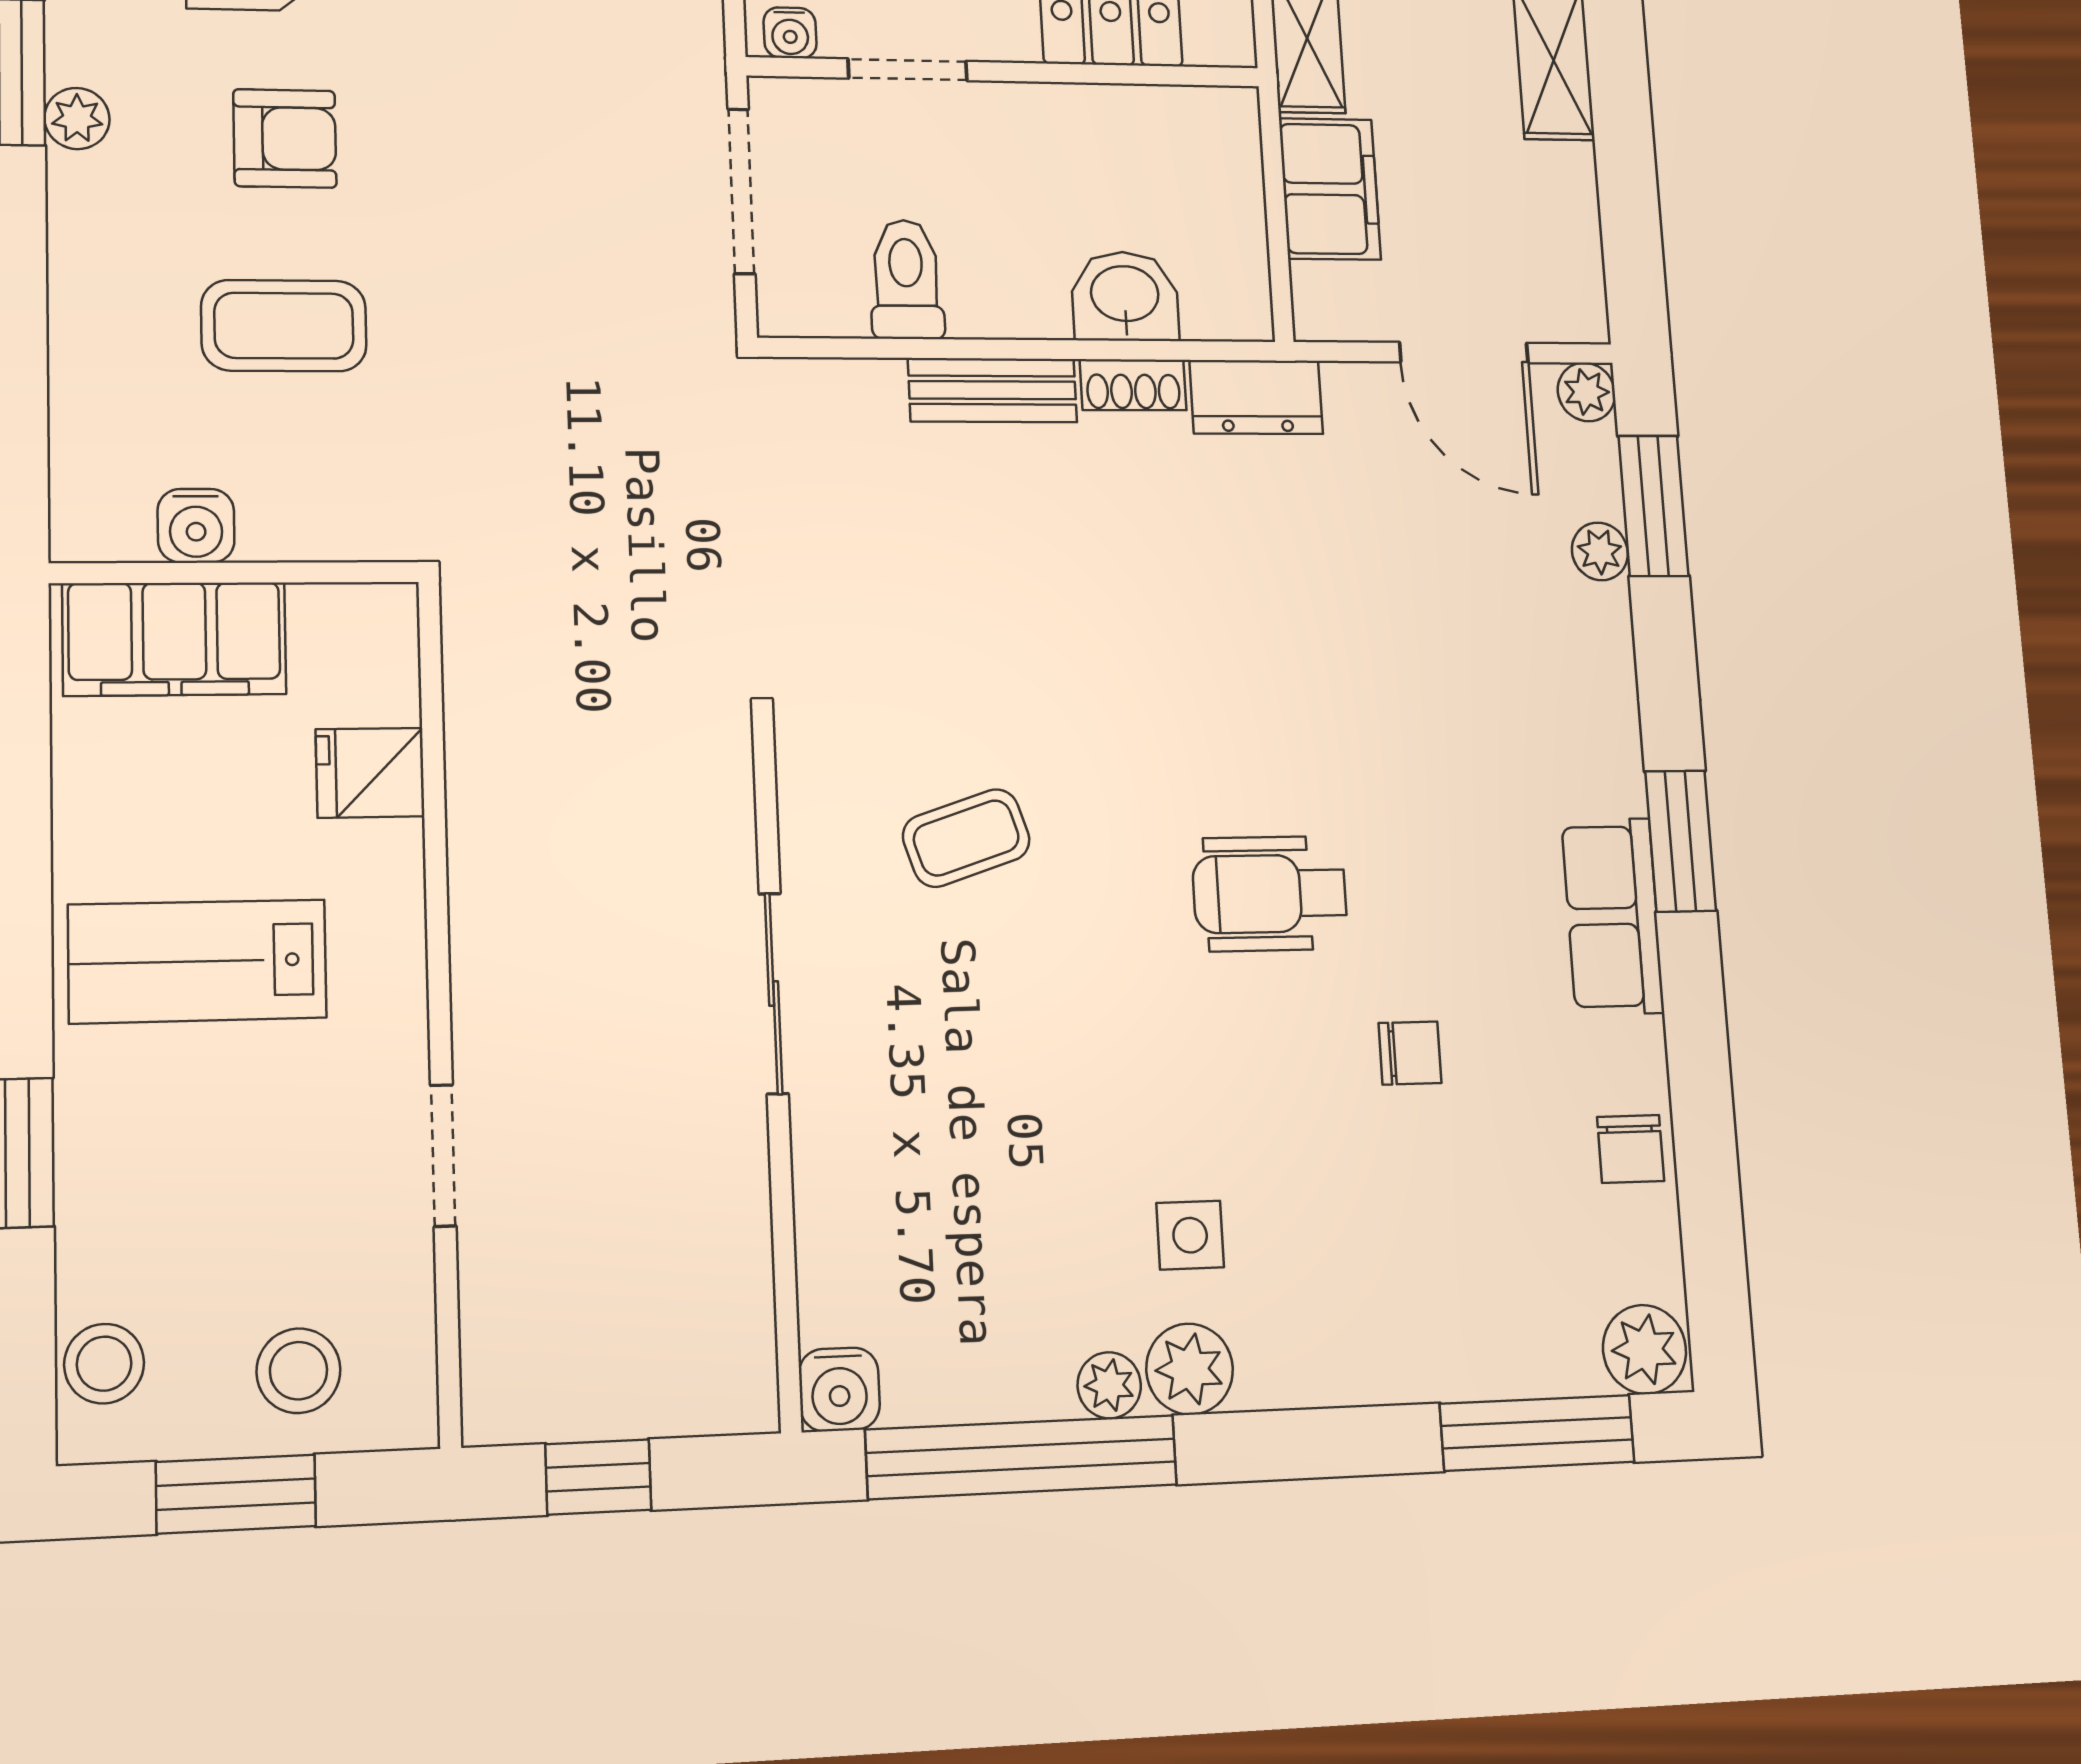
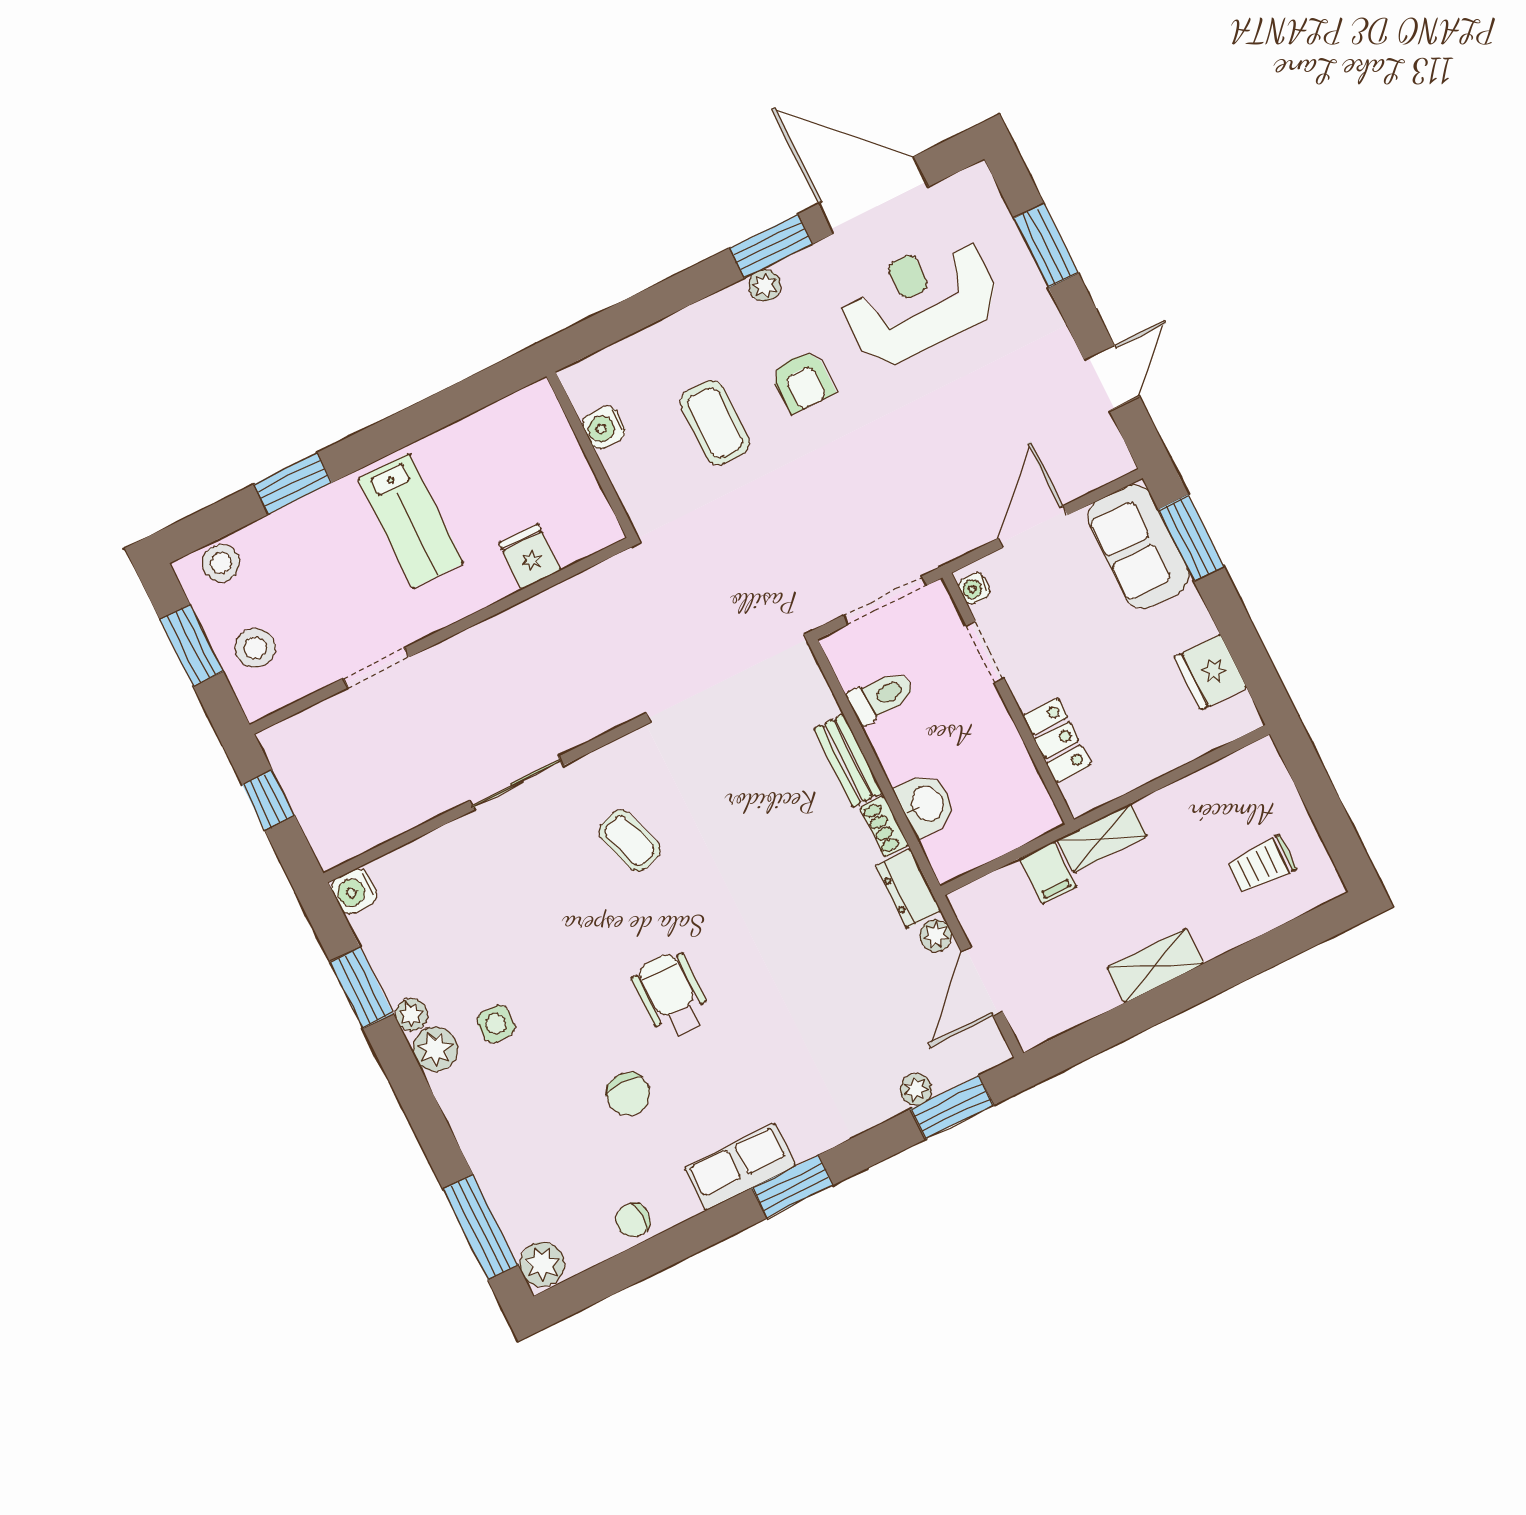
filing cabinet: (1330, 189) -> (1048, 873), width x0.50
plant: (1586, 392) -> (936, 936), moved
filing cabinet: (174, 639) -> (548, 443), removed
lab bench: (198, 961) -> (411, 521), turned 180
chair: (1410, 1053) -> (628, 1094), width x1.37, depth x1.37
window: (1022, 1457) -> (362, 988), width x0.47

